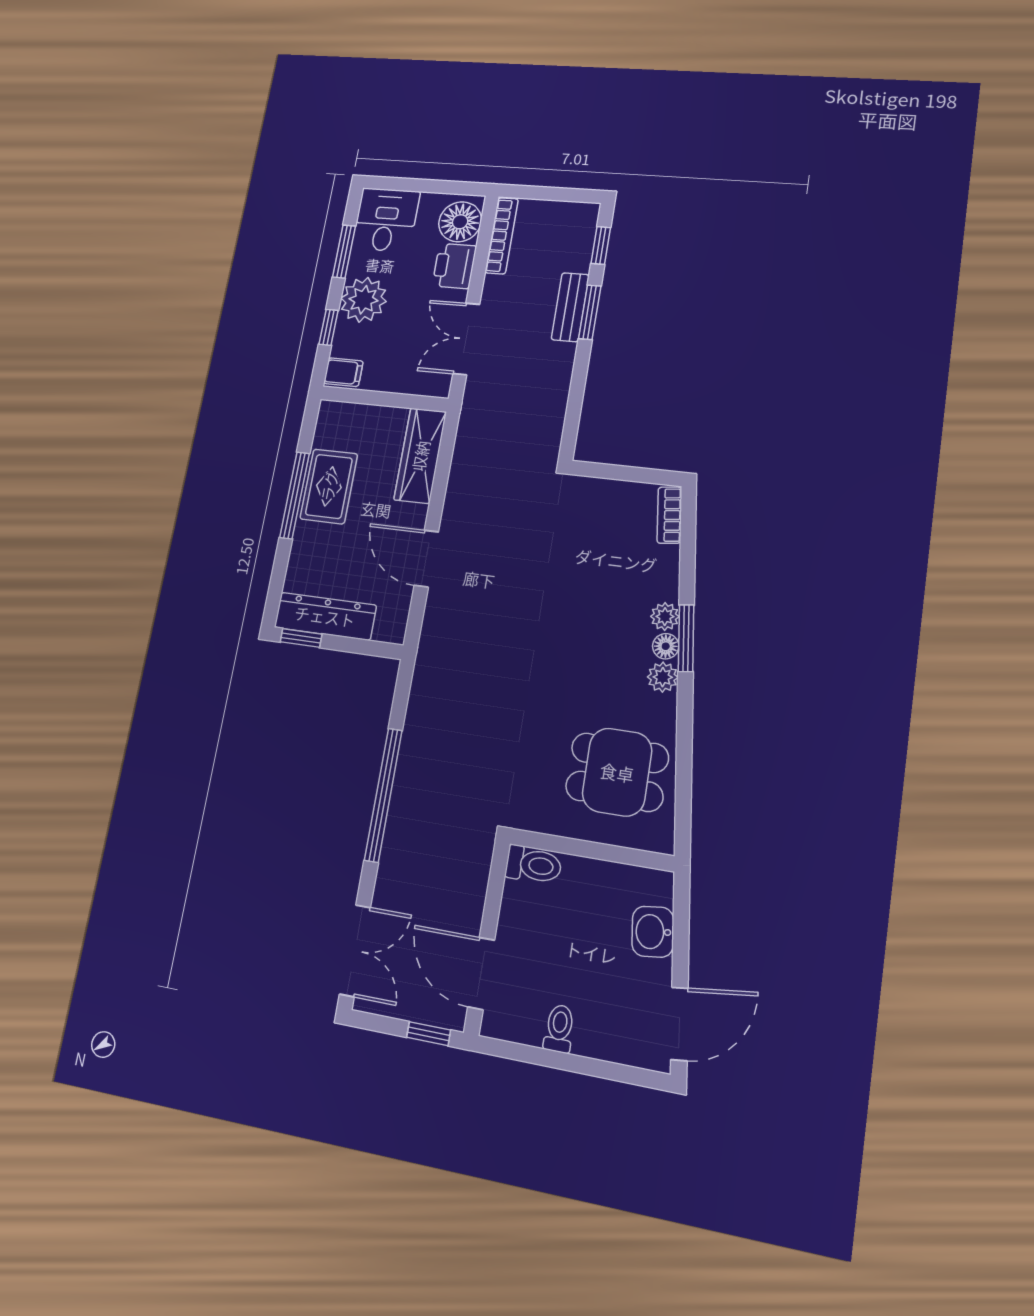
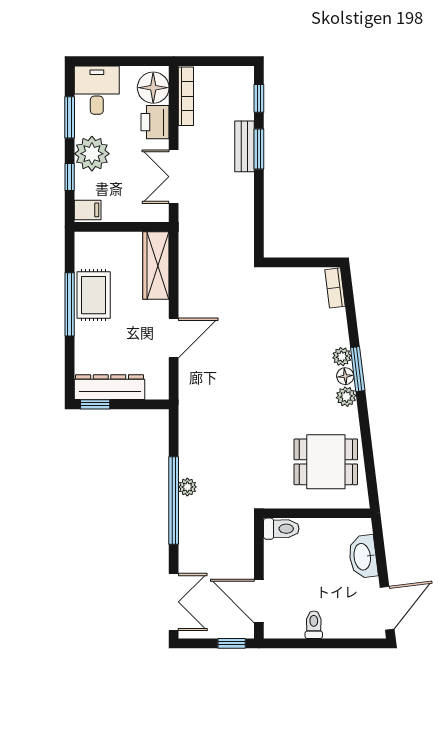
door: (426, 559) -> (174, 338), swing flipped
plant: (407, 778) -> (187, 487), added
washbasin: (653, 932) -> (363, 557), width x1.38

